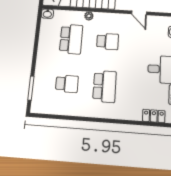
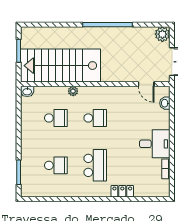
door: (139, 13) -> (146, 84), moved
school desk: (71, 39) -> (56, 118), width x0.54
locker: (154, 116) -> (122, 191), moved

